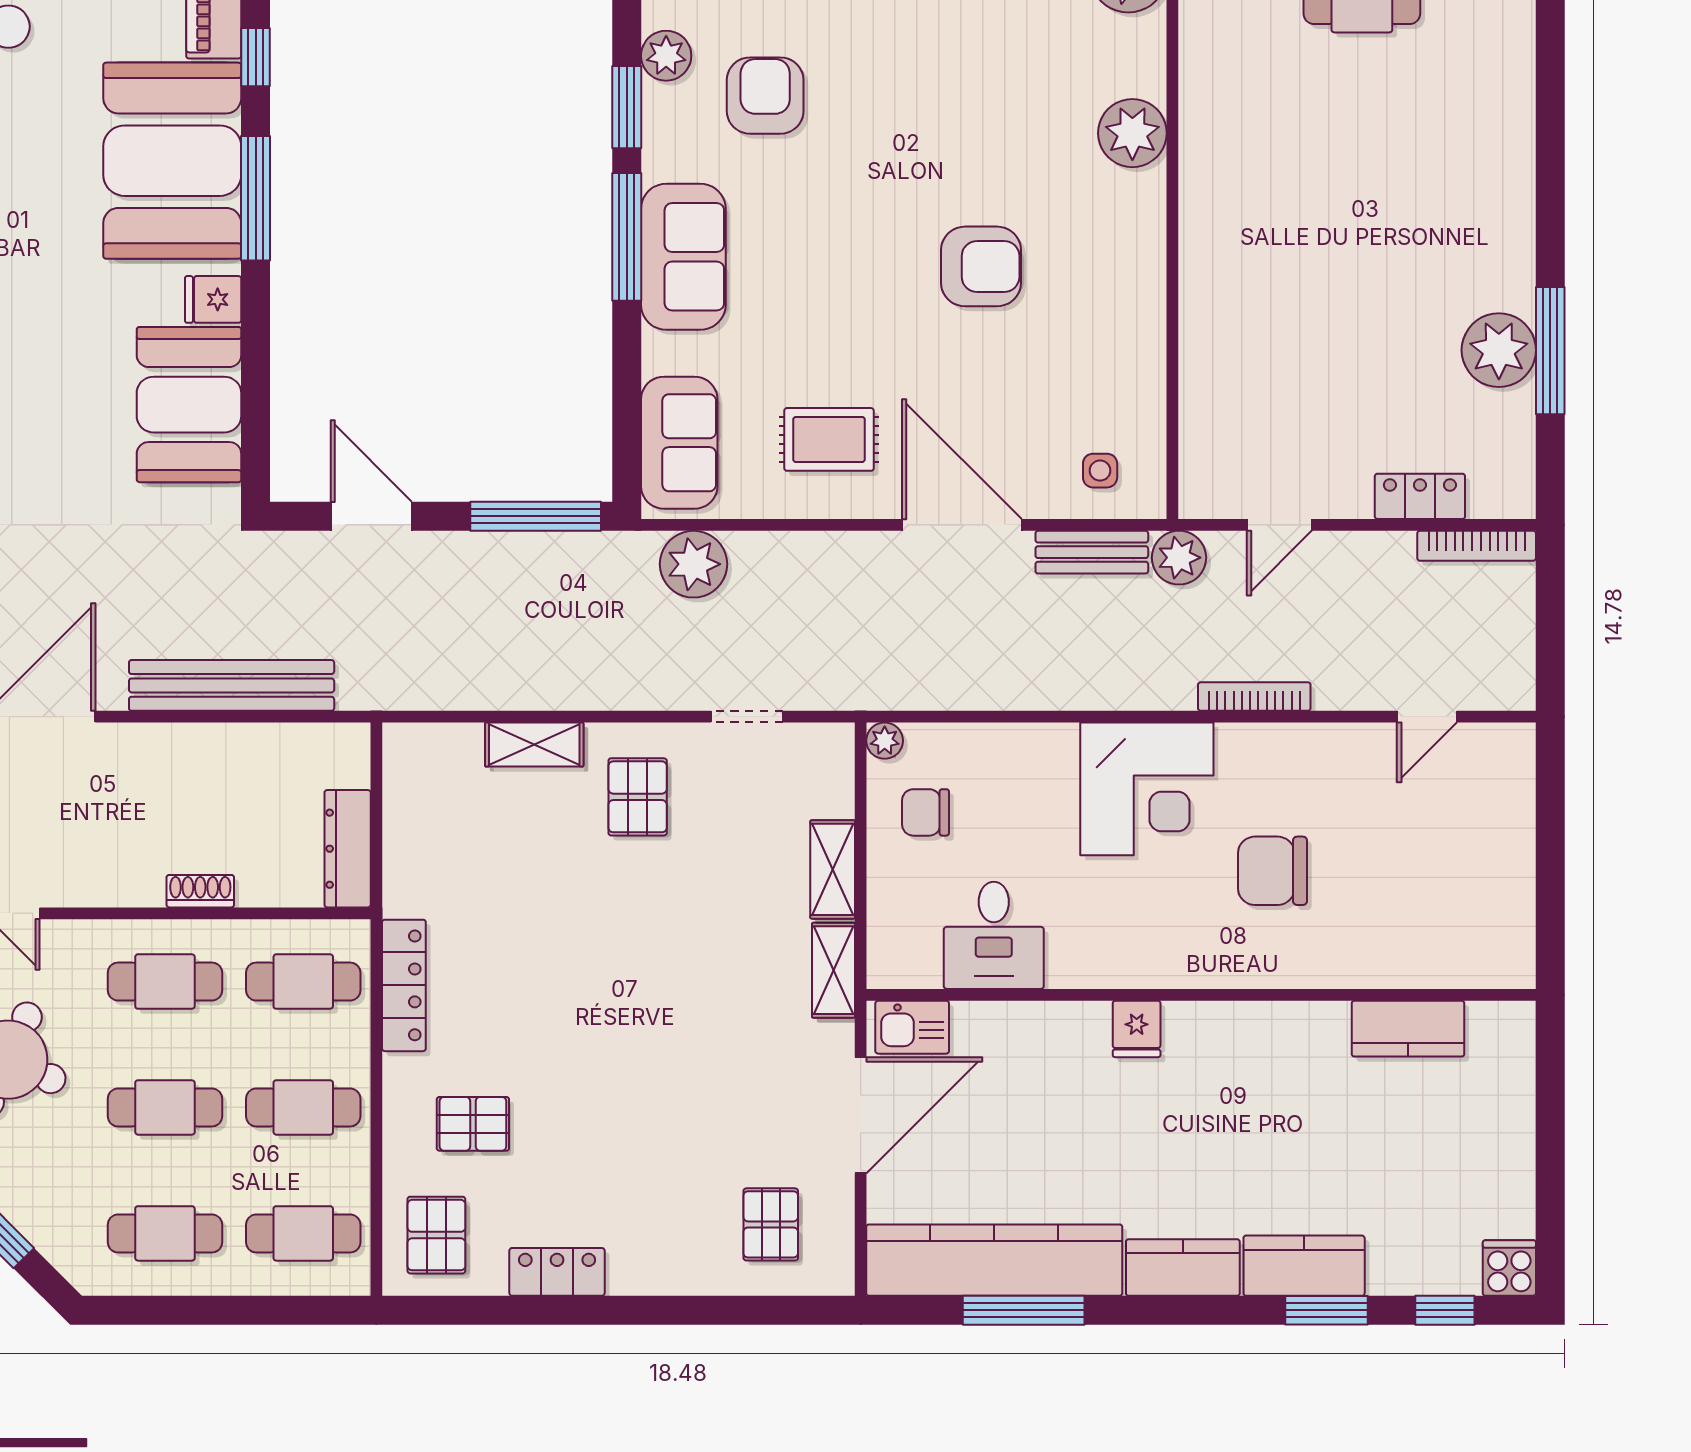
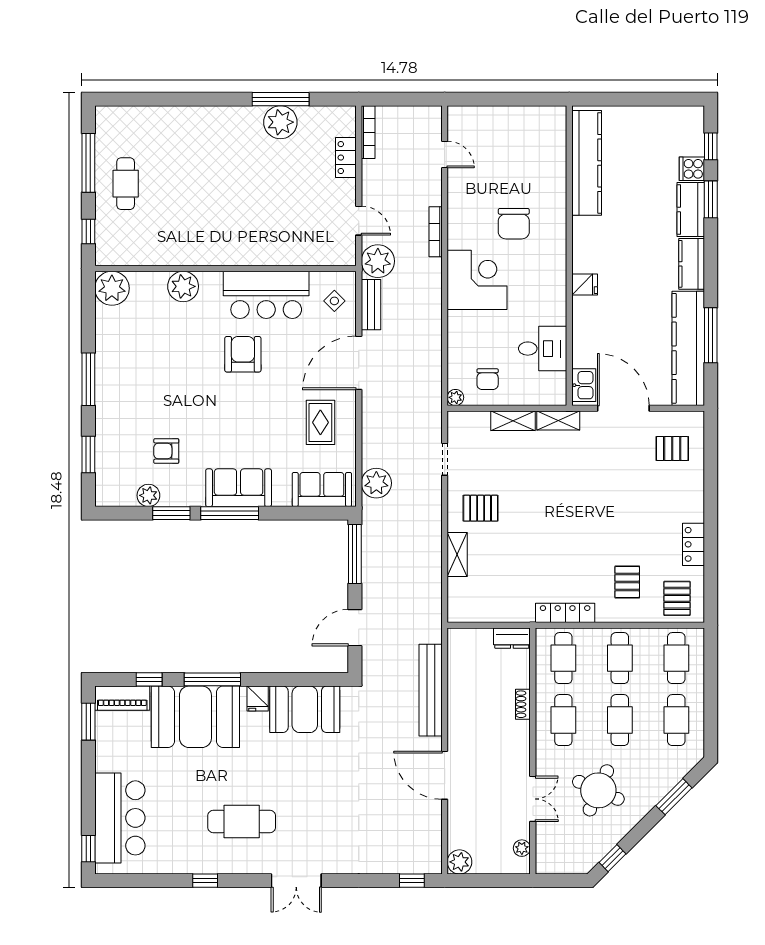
armchair: (765, 96) -> (166, 451), width x0.72, depth x0.72
bar counter: (1114, 318) -> (266, 295), added
side table: (1100, 471) -> (334, 301), turned 45
plant: (1179, 558) -> (378, 261), width x1.36, depth x1.36
dresser: (348, 849) -> (512, 638), width x0.70
kitchen counter: (1408, 1029) -> (587, 163), width x2.08, depth x1.17
pallet: (436, 1235) -> (677, 598), turned 90
cooker: (1509, 1268) -> (692, 169), moved

